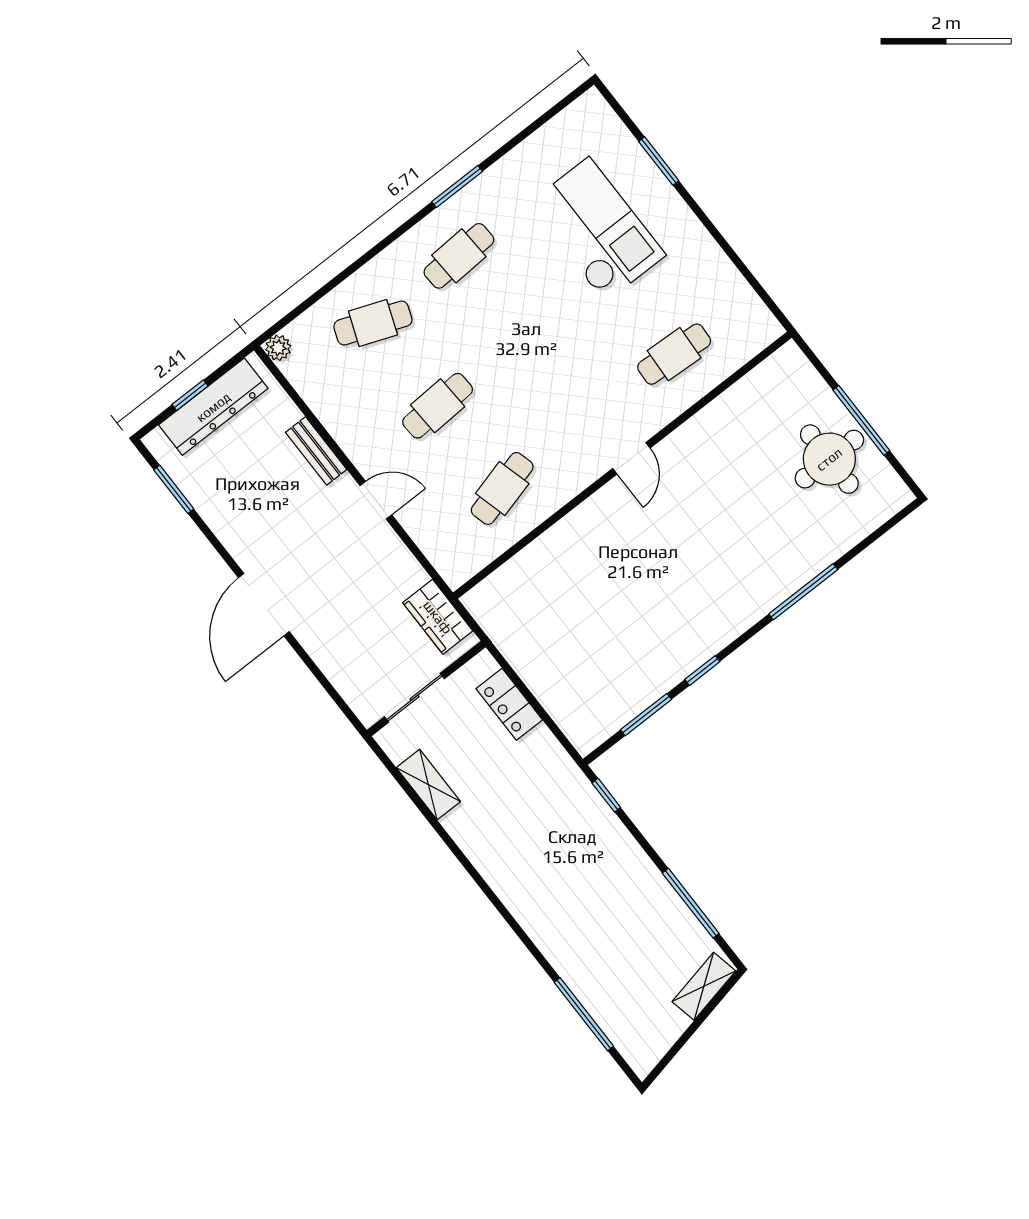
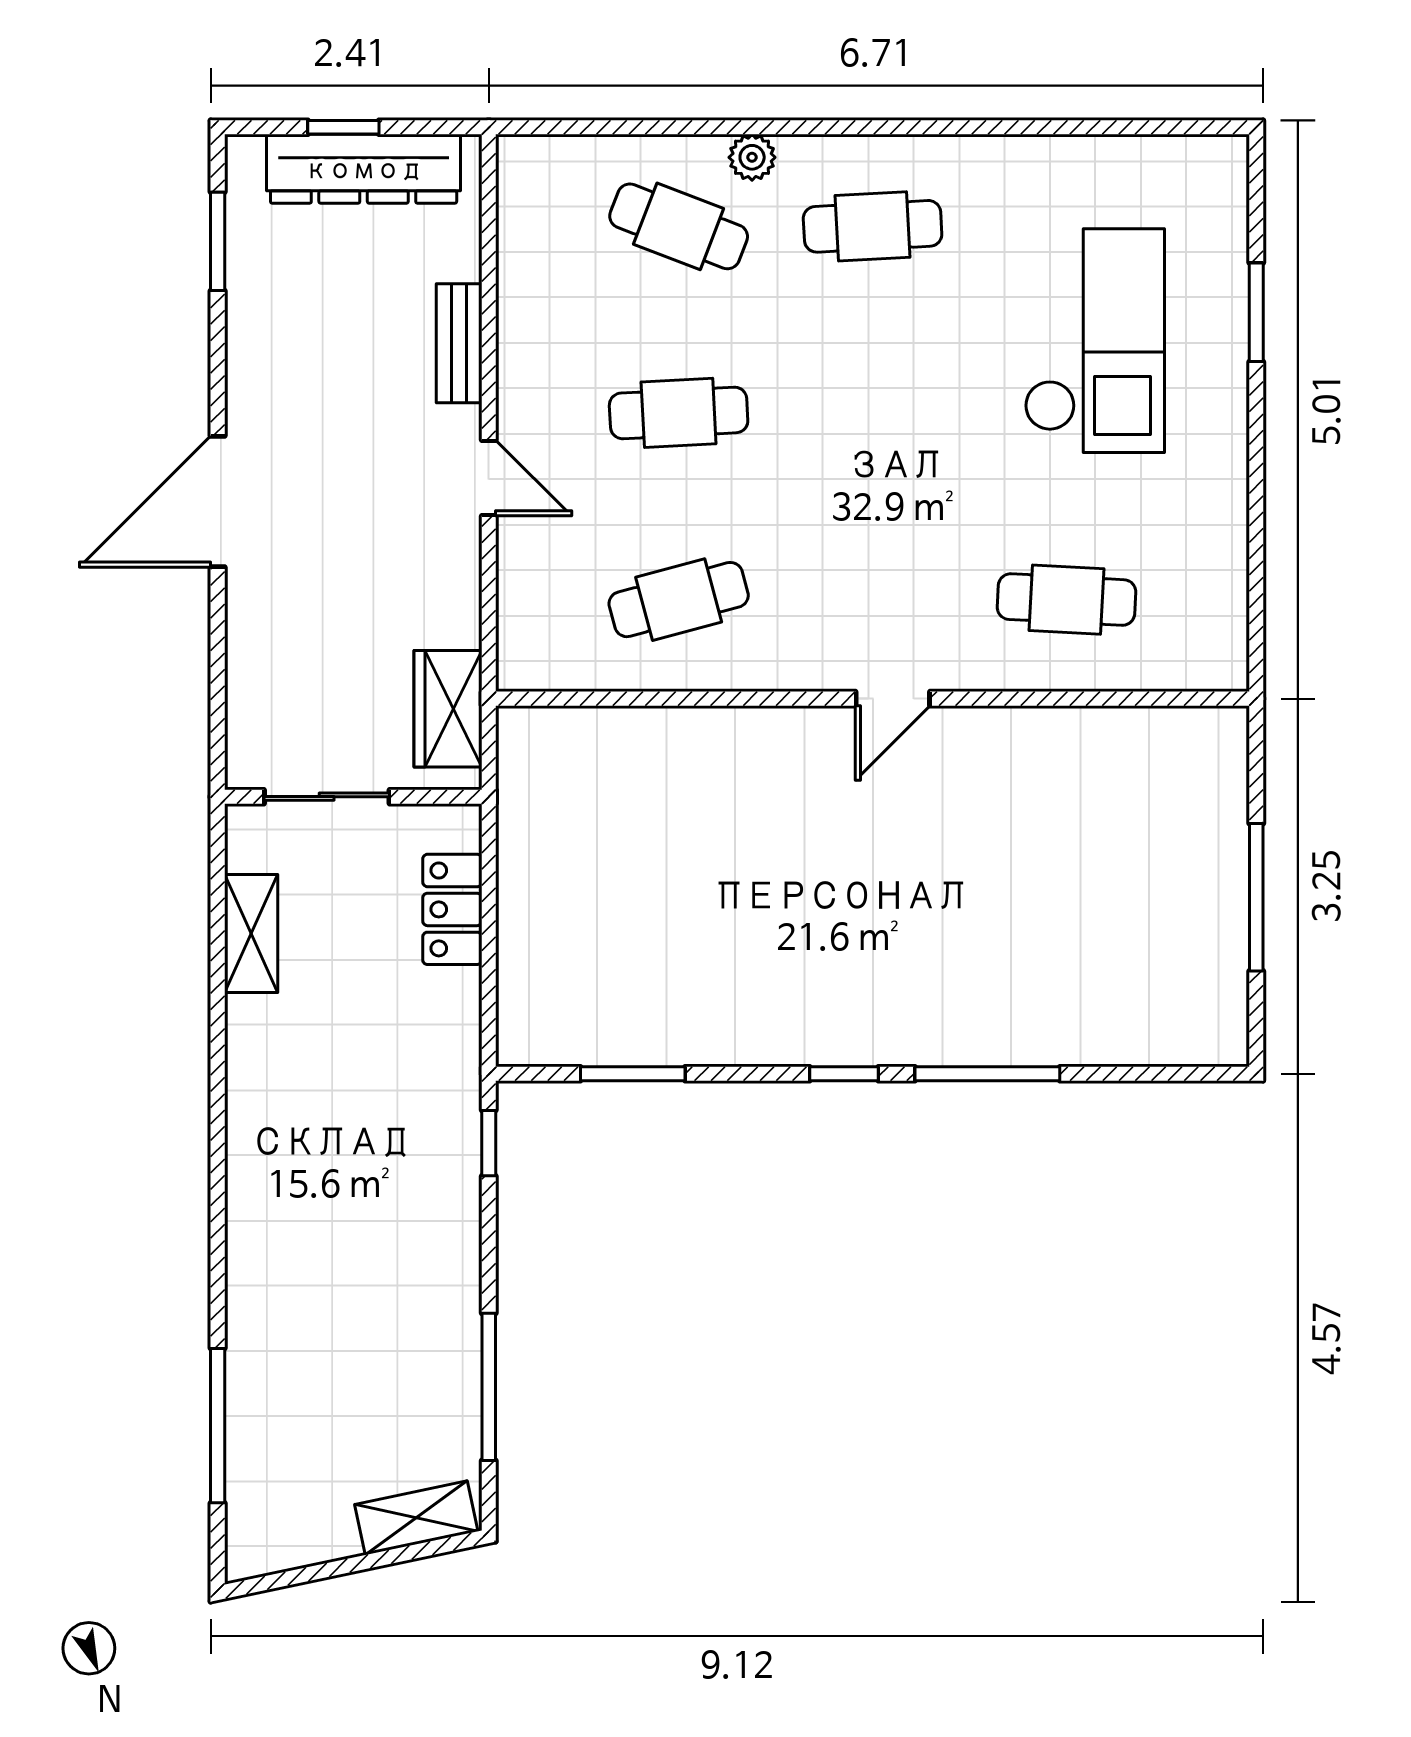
window: (457, 187) -> (946, 127), removed
plant: (278, 348) -> (752, 157), moved
round table: (829, 459) -> (1169, 916), removed
window: (702, 671) -> (844, 1074), moved

